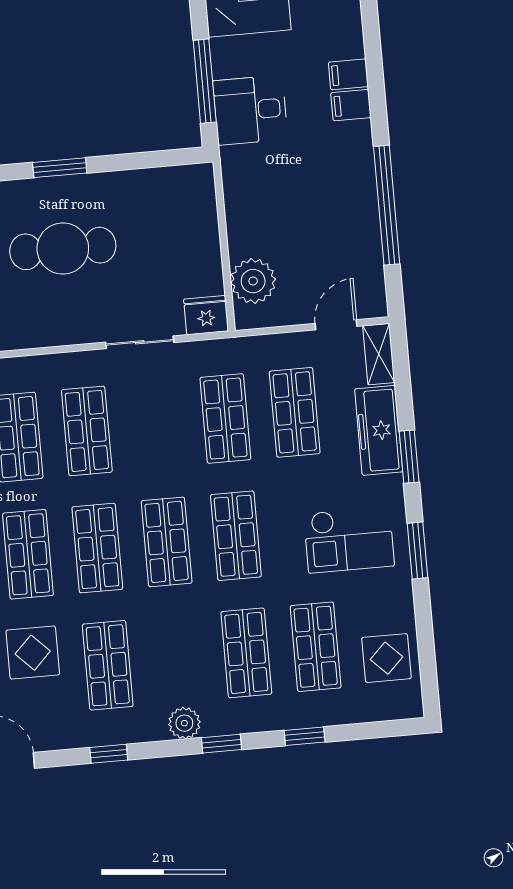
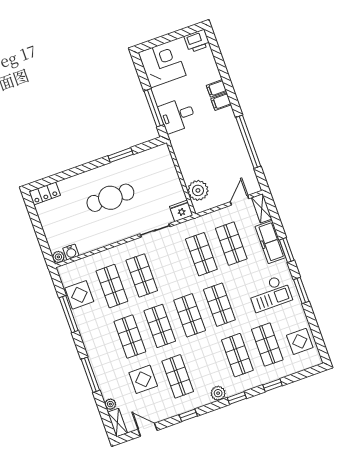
window: (60, 168) -> (121, 155), moved

